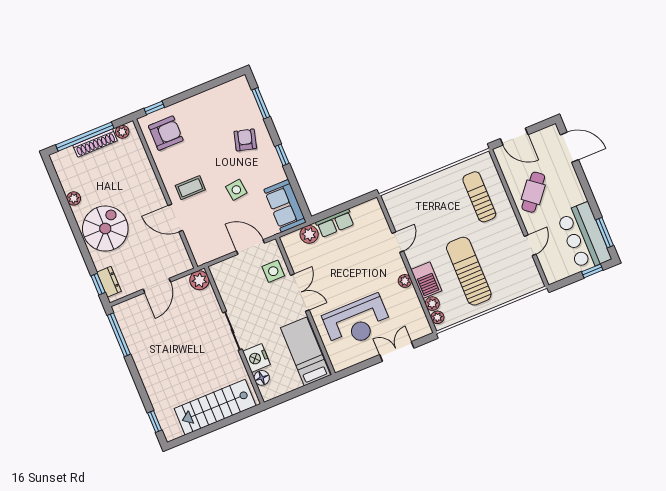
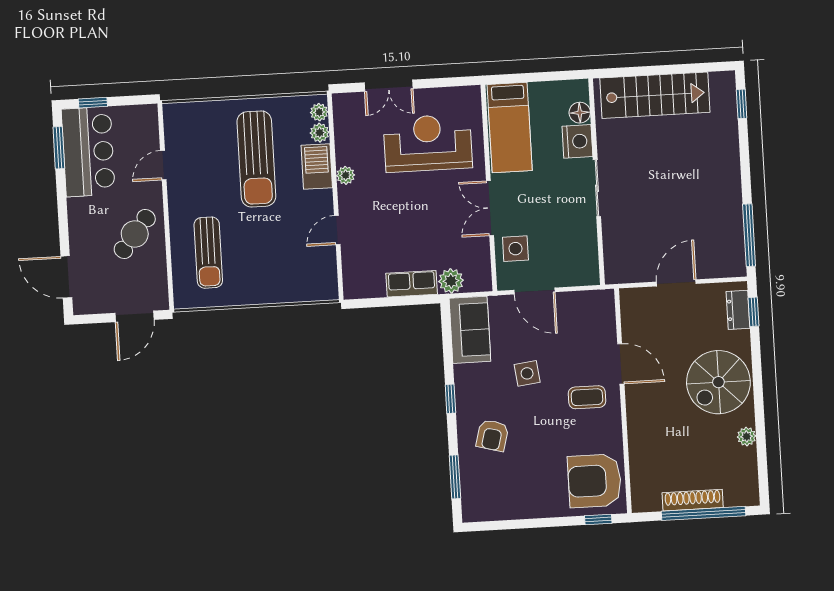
plant: (122, 132) -> (652, 503), removed
armchair: (166, 133) -> (594, 481), width x1.36, depth x1.36
door: (514, 137) -> (135, 316), swing flipped
plant: (199, 280) -> (617, 270), removed

